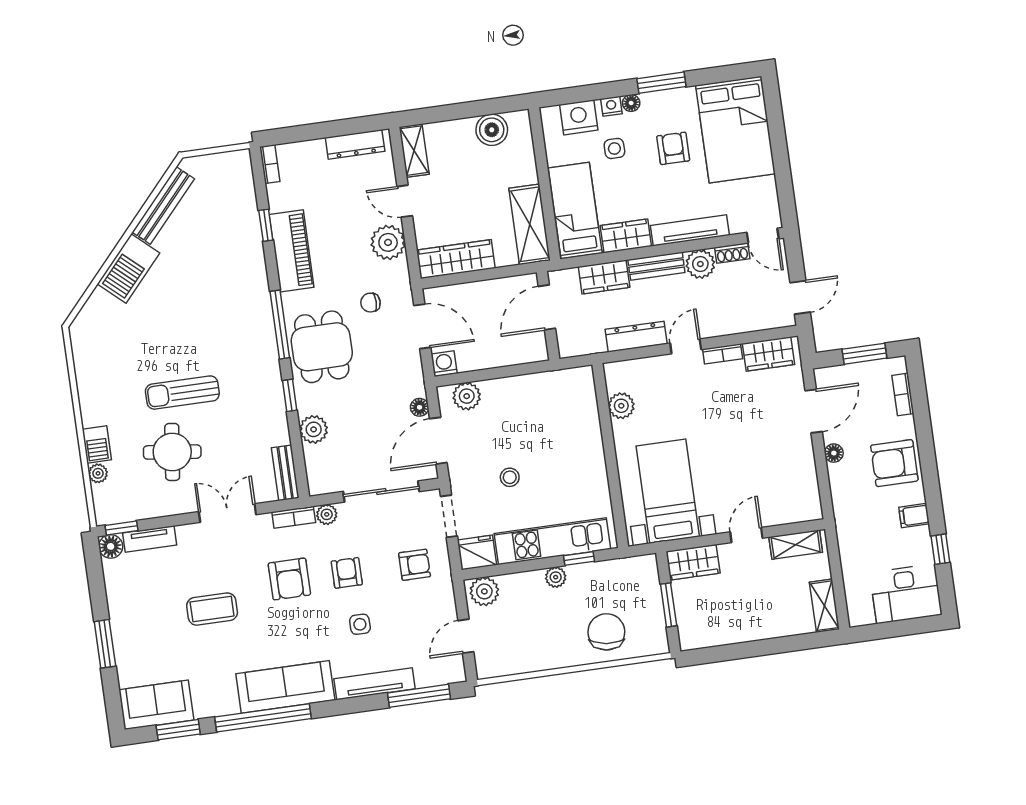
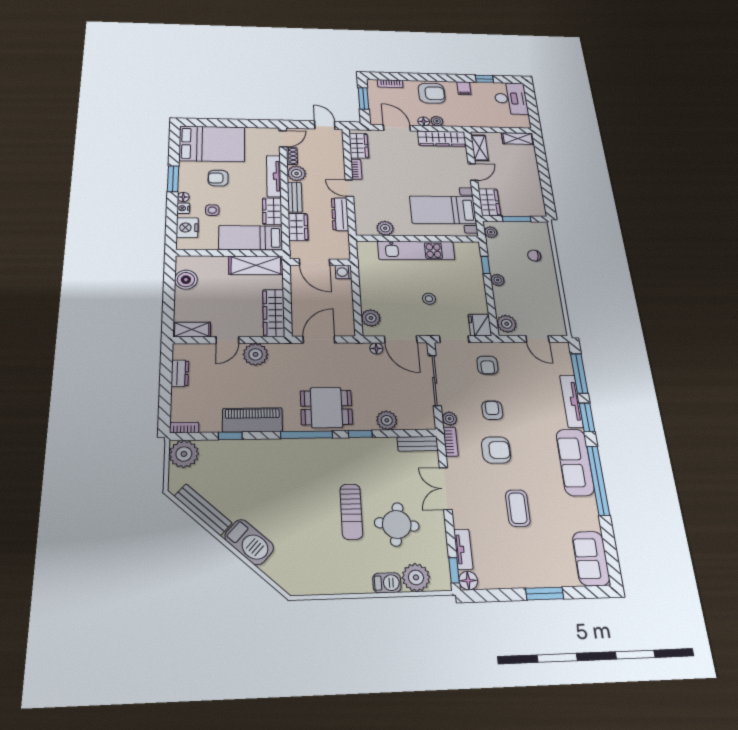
dresser: (355, 144) -> (180, 373), width x0.70
plant: (234, 170) -> (184, 454), added
chair: (370, 303) -> (298, 371), removed
washing machine: (444, 364) -> (343, 272), moved
armchair: (894, 463) -> (432, 93), turned -90
plant: (98, 473) -> (416, 577), width x1.88, depth x1.88
plant: (838, 474) -> (437, 121), added
wardrobe: (804, 484) -> (442, 139), added
door: (746, 535) -> (473, 172), swing flipped
kitchen unit: (552, 541) -> (416, 251), moved, turned -90
armchair: (415, 565) -> (487, 365), turned 180
plant: (638, 566) -> (491, 232), added
armchair: (347, 573) -> (492, 410), turned 90
side table: (360, 624) -> (529, 406), removed
chair: (606, 632) -> (534, 256), width x0.54, depth x0.54
window: (178, 730) -> (587, 417), moved

